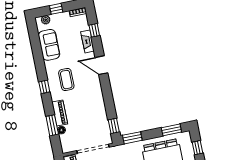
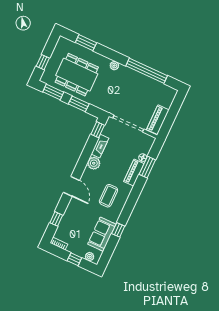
fireplace: (87, 41) -> (100, 146), moved
window: (44, 87) -> (118, 230), moved
plant: (97, 97) -> (94, 163), added
window: (132, 138) -> (79, 104), moved

